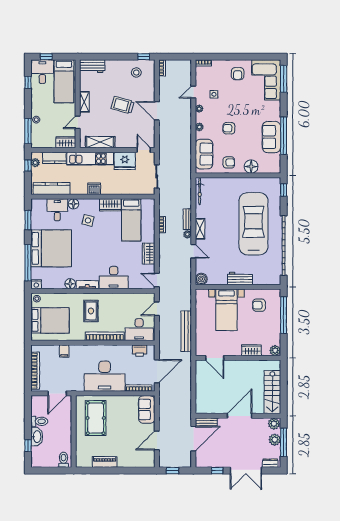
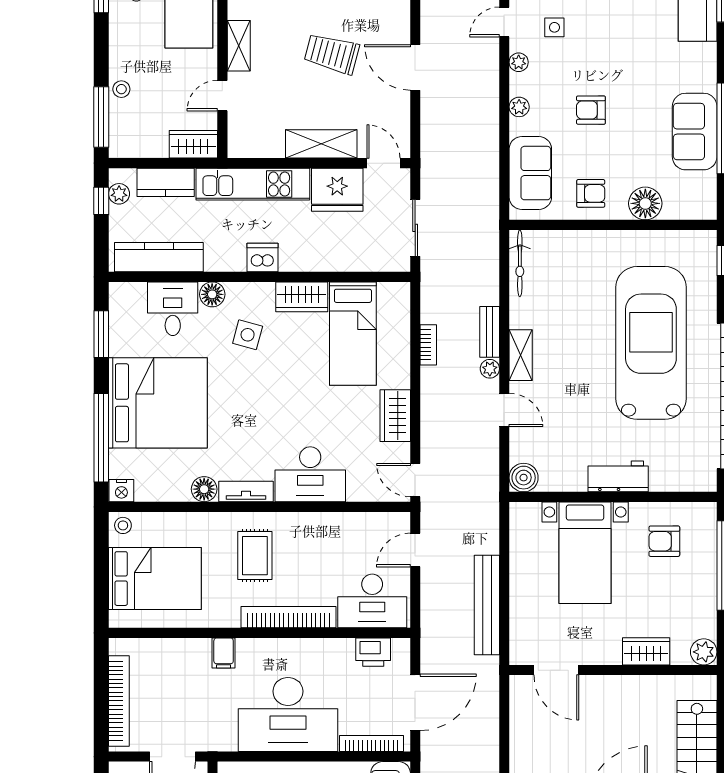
shelving: (100, 142) -> (321, 144), moved
filing cabinet: (64, 351) -> (224, 653), moved

